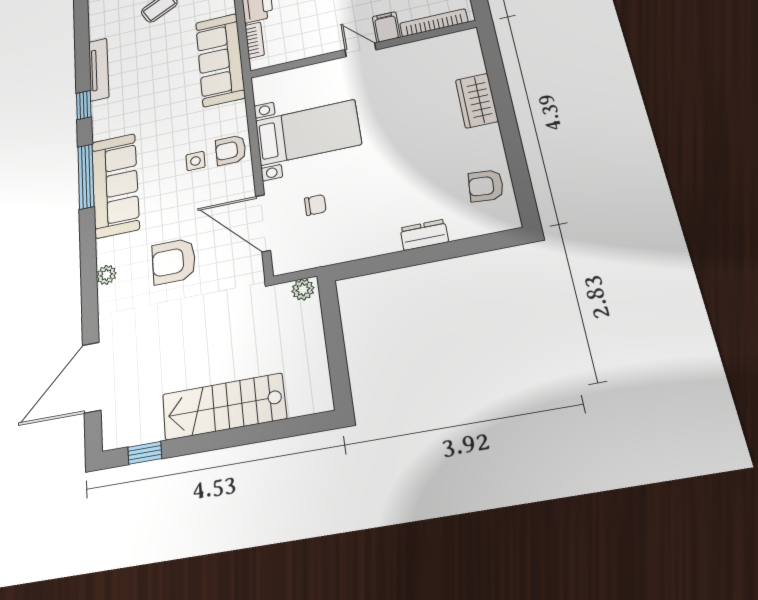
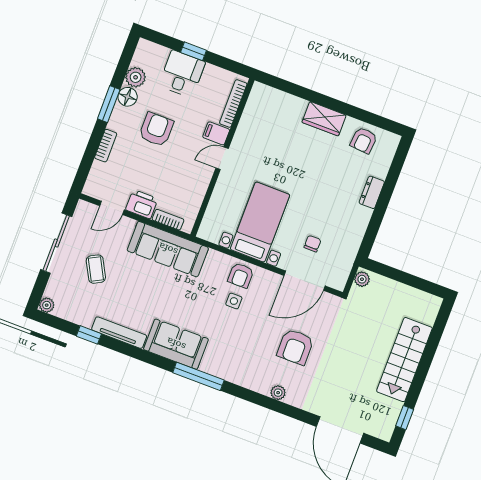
wardrobe: (477, 101) -> (324, 119), moved
window: (84, 105) -> (89, 335), moved
sofa: (115, 185) -> (176, 344), moved, width x0.73

